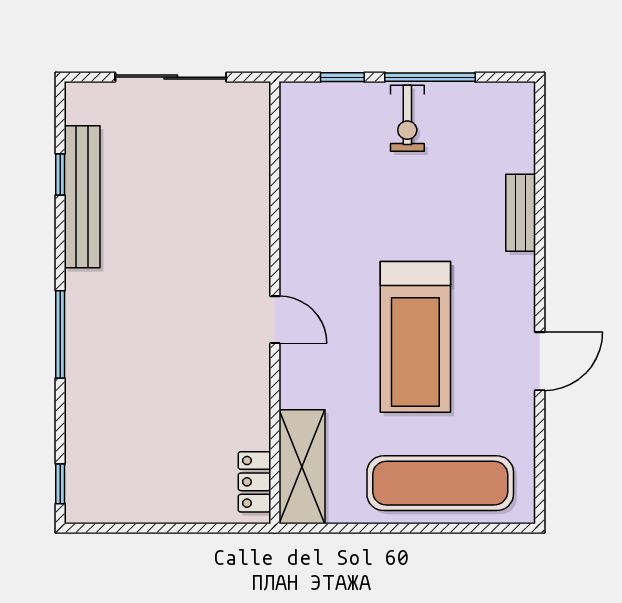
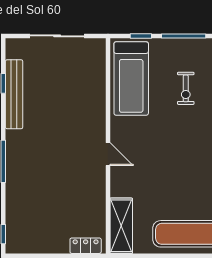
exercise bike: (407, 118) -> (186, 88), moved
treadmill: (415, 337) -> (131, 79), moved
locker: (254, 482) -> (86, 246), moved, turned 90

